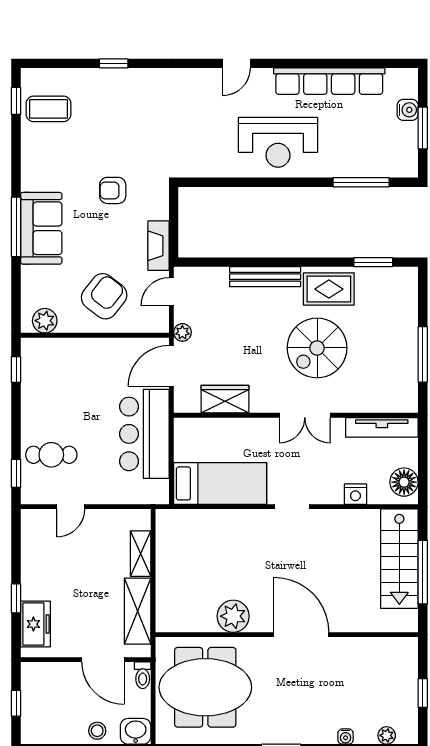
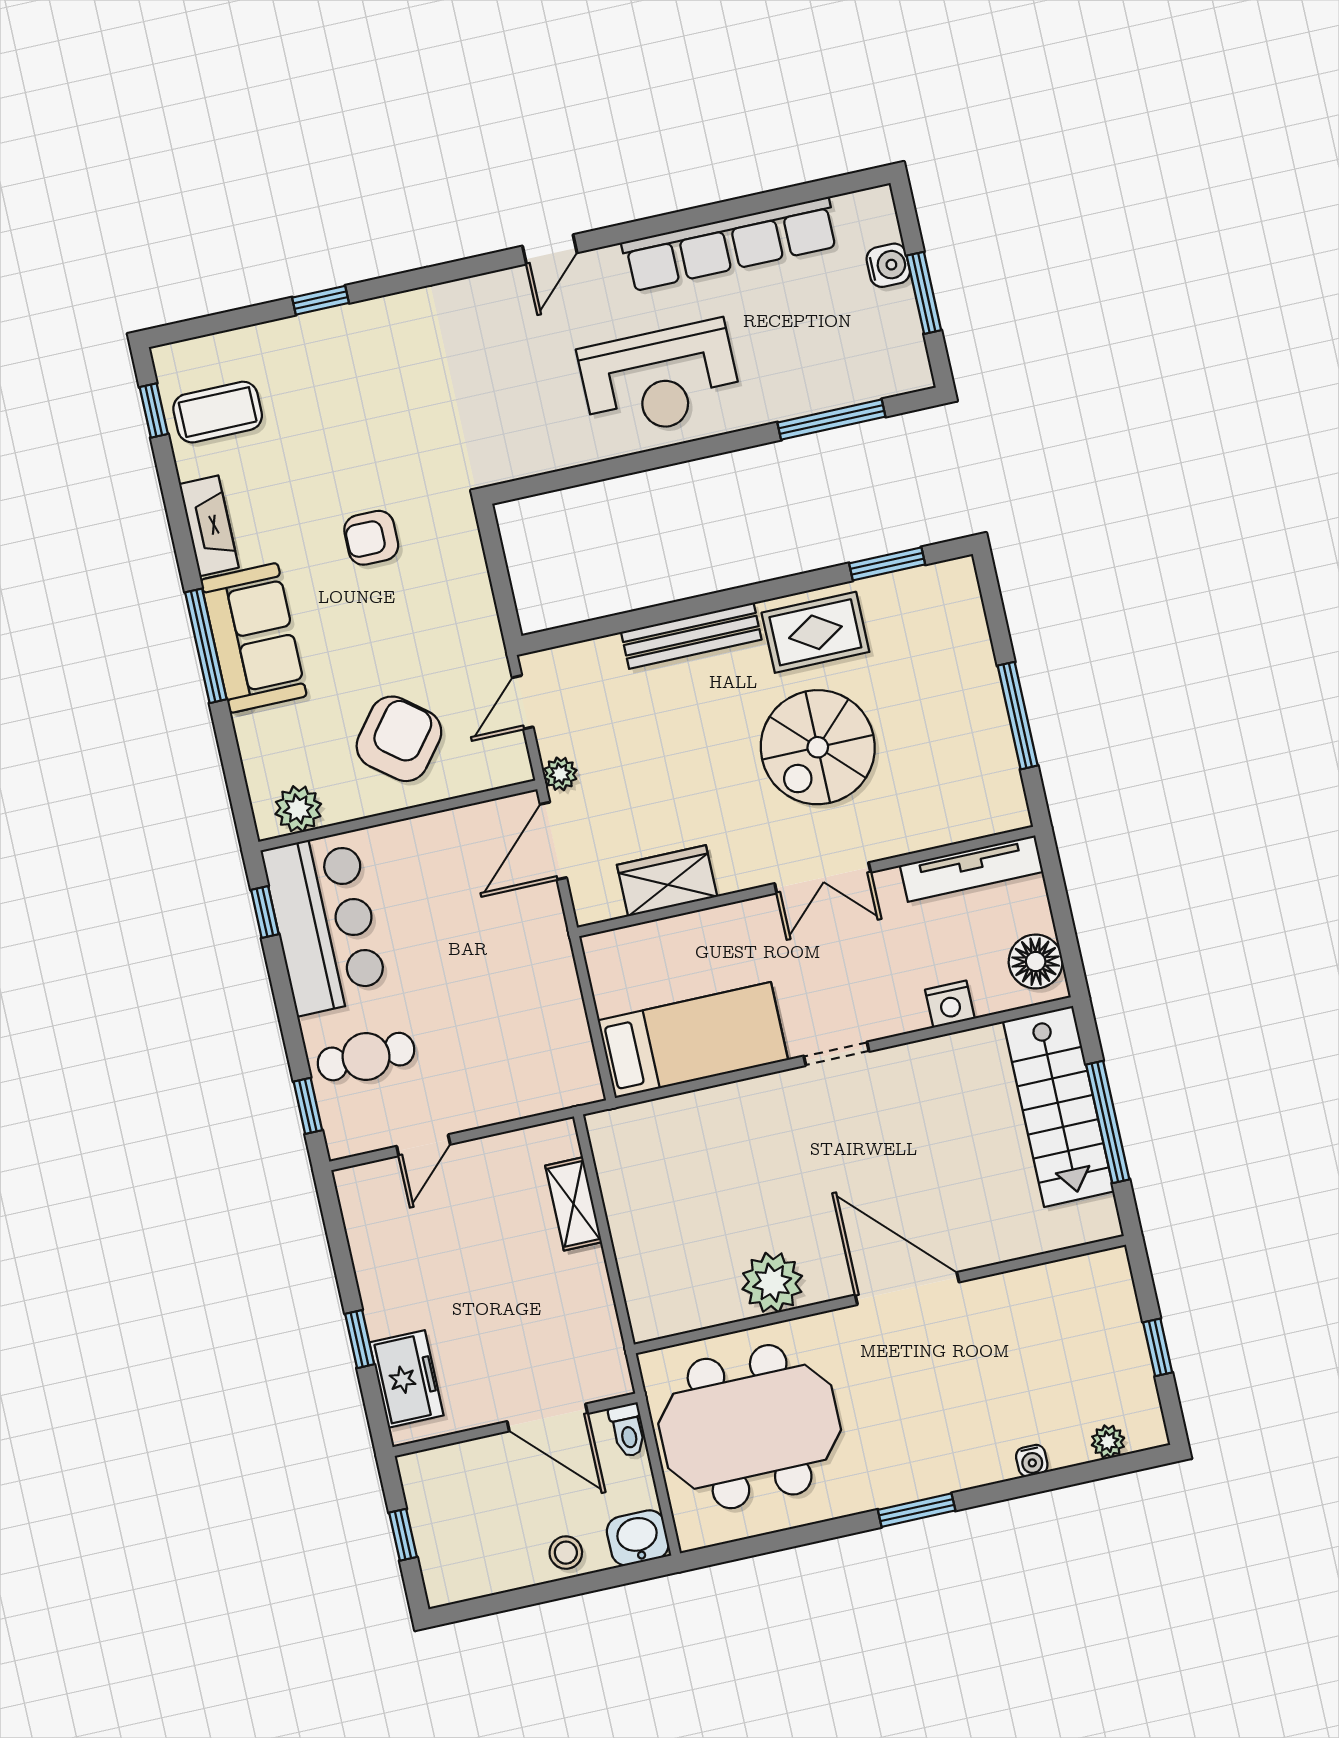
fireplace: (159, 246) -> (209, 526), moved, turned 180
bar counter: (144, 434) -> (325, 923), moved, turned 180
shelving: (138, 611) -> (592, 1312), removed

